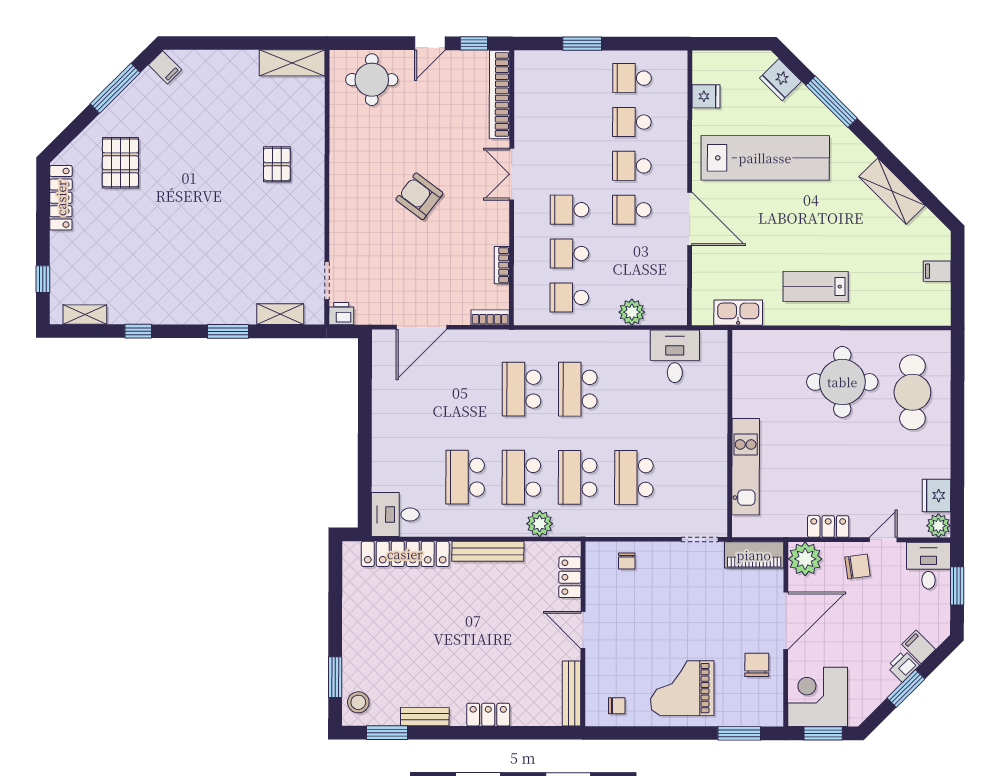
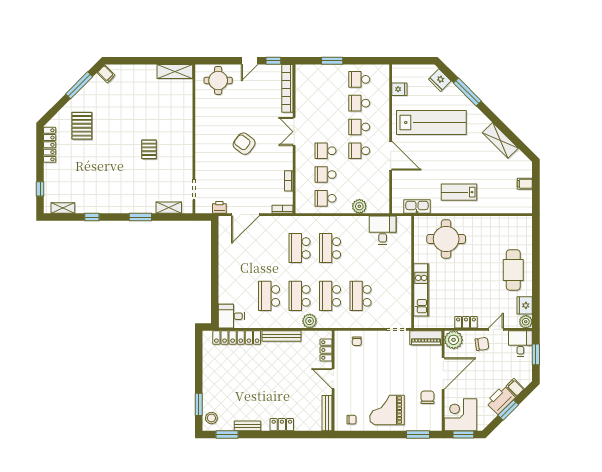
pallet: (277, 164) -> (149, 149), moved
printer: (341, 314) -> (219, 207), moved
round table: (842, 382) -> (446, 239), moved
cafe table: (912, 392) -> (513, 270), moved
printer: (903, 666) -> (501, 400), width x1.87, depth x1.48

